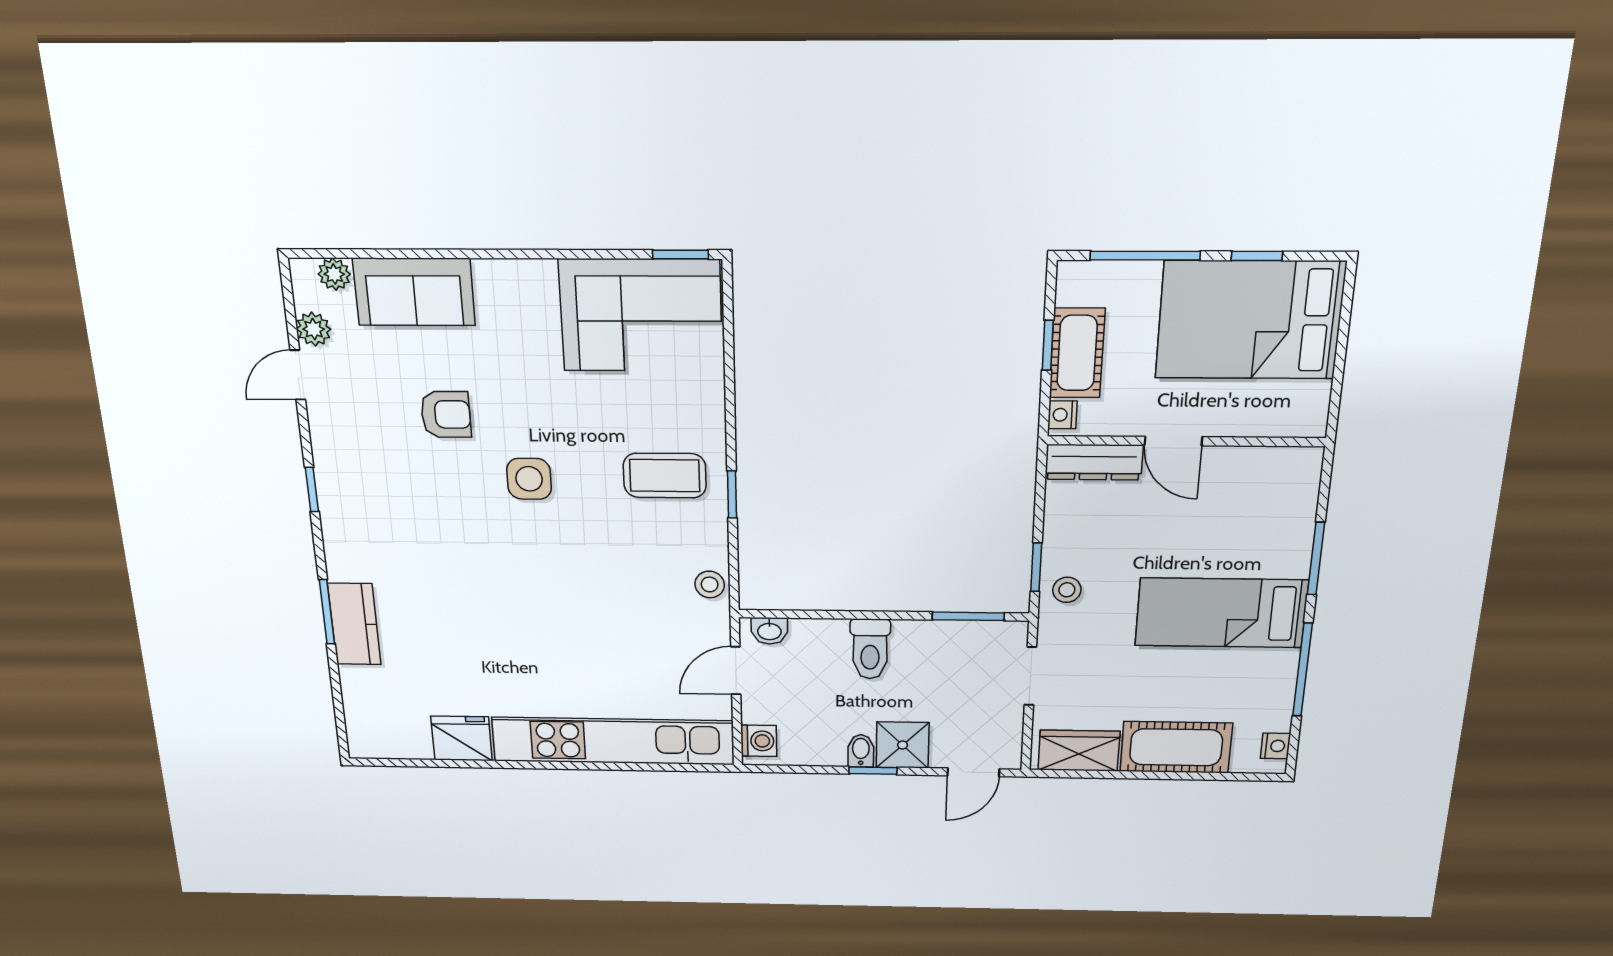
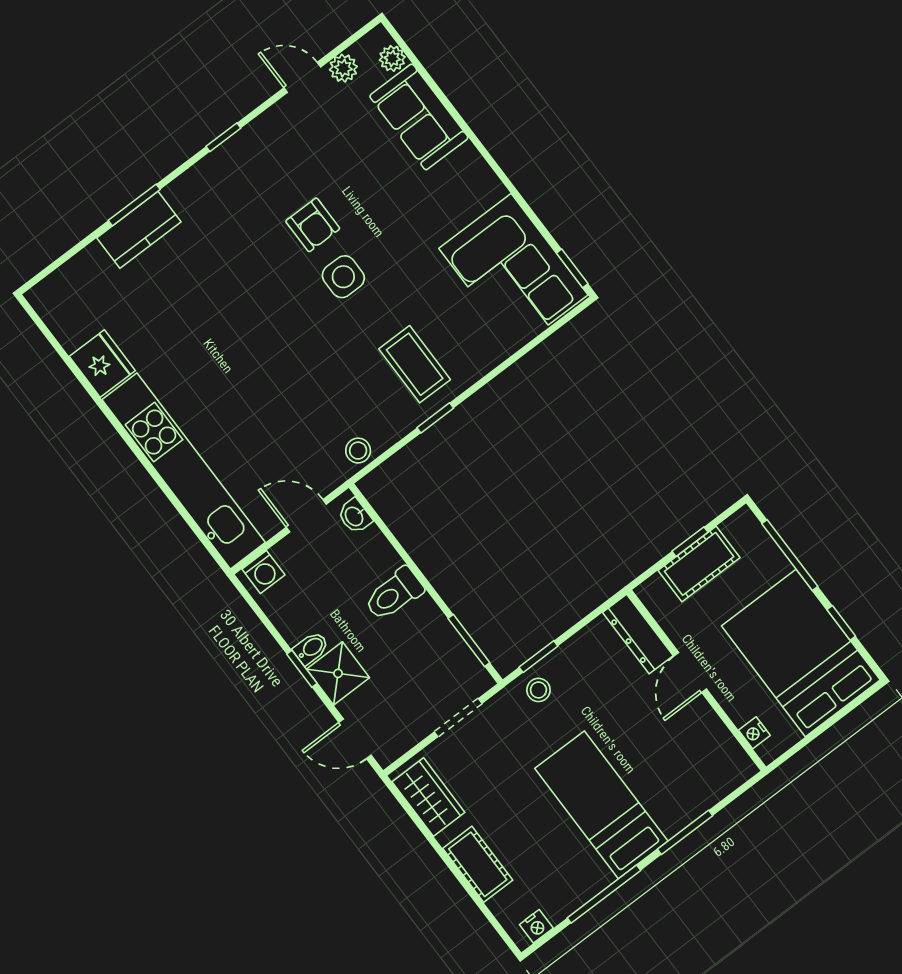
armchair: (446, 414) -> (313, 225), moved
nightstand: (1062, 415) -> (754, 733), moved, turned -90
cot: (1176, 747) -> (478, 864), width x0.73, depth x0.75

